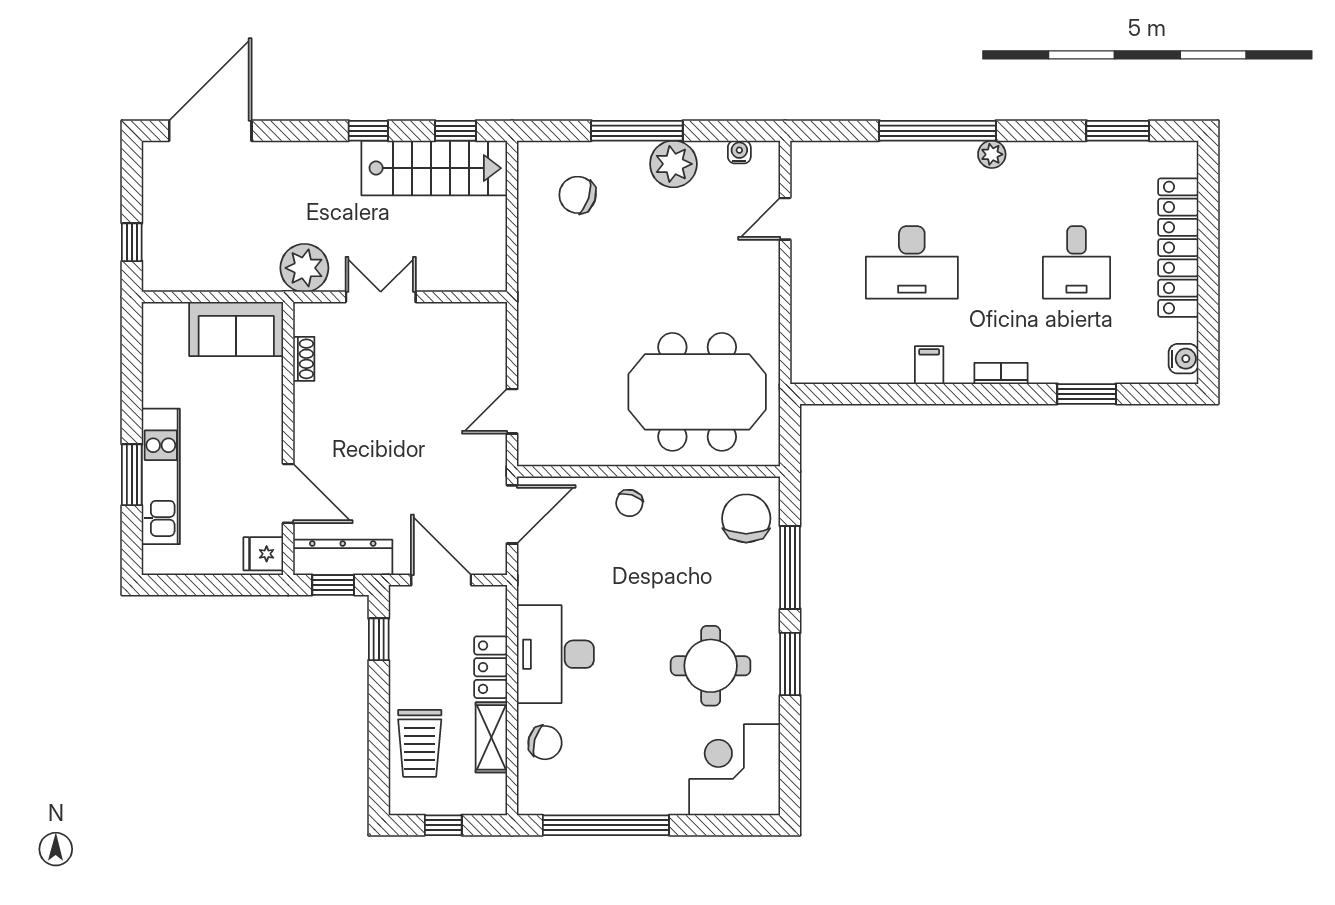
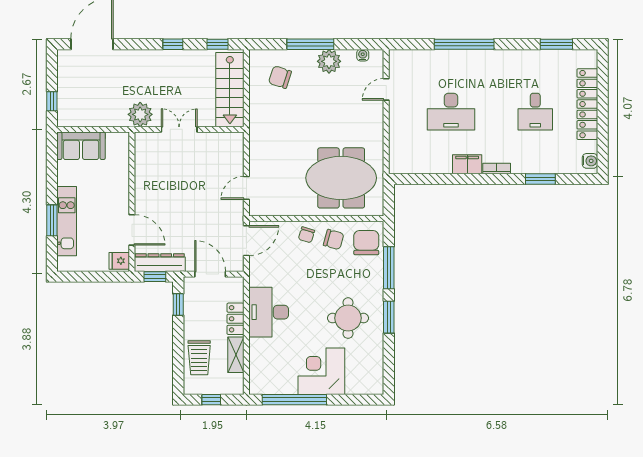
plant: (992, 154) -> (492, 56), removed
stairs: (434, 168) -> (230, 90), moved, turned 90
sofa: (236, 329) -> (81, 146), moved
shoe rack: (304, 359) -> (140, 161), removed
filing cabinet: (929, 365) -> (467, 164), width x2.00
chair: (545, 743) -> (334, 240), moved
corner desk: (735, 770) -> (321, 371), moved

